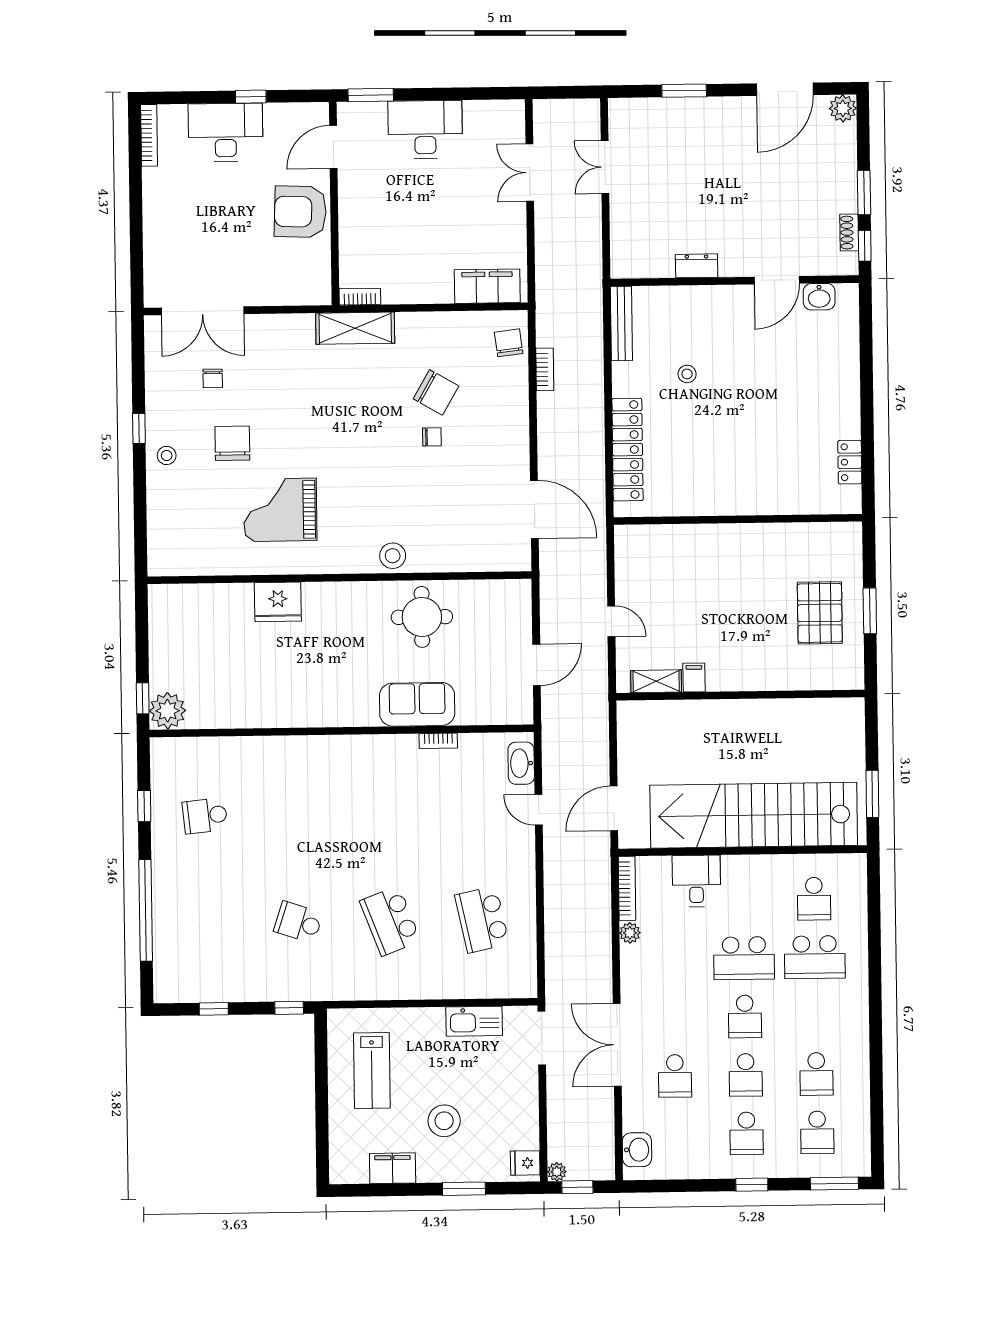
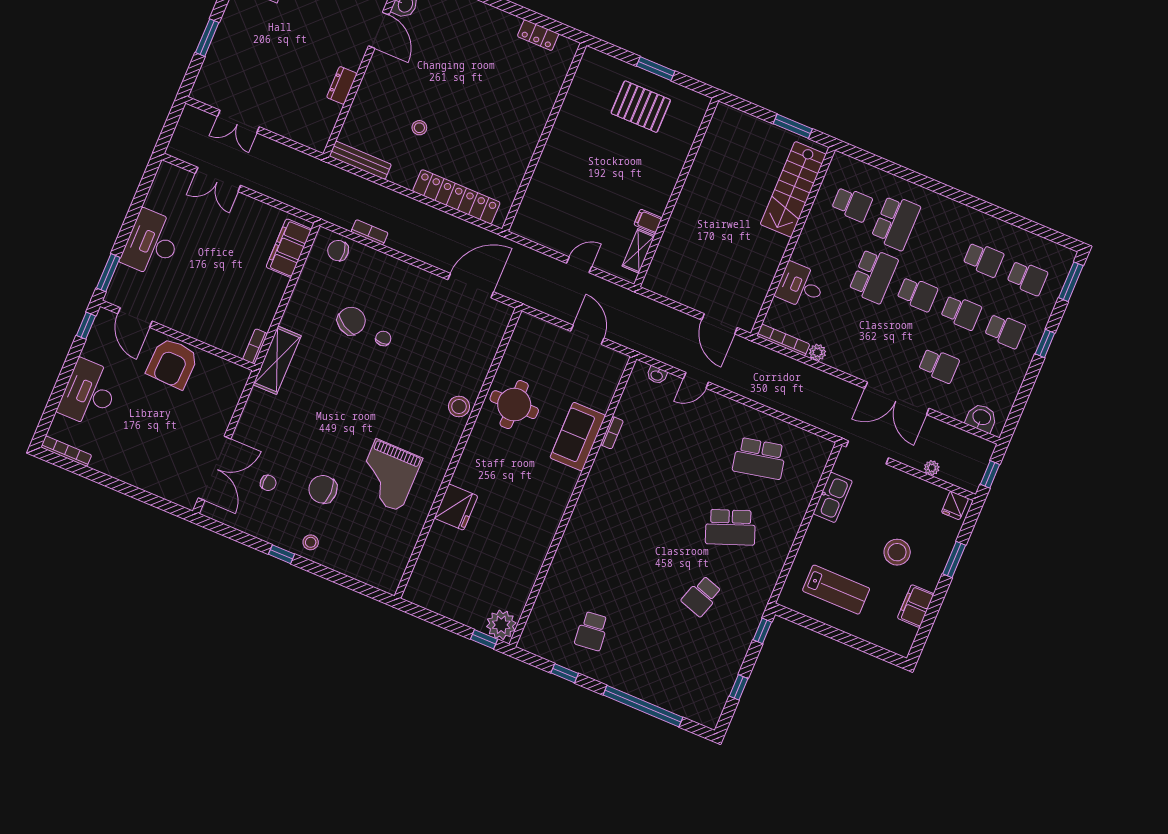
window: (251, 97) -> (86, 326), moved
washbasin: (521, 763) -> (657, 375), width x0.52, depth x0.69
stairs: (754, 815) -> (793, 189), width x0.54, depth x0.66
plant: (557, 1172) -> (932, 468), moved

